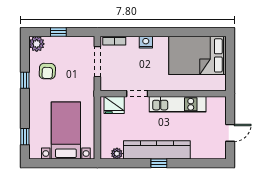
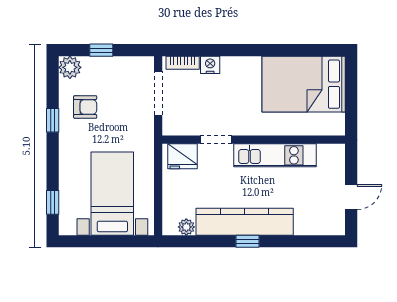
nightstand: (146, 42) -> (210, 65), moved
armchair: (47, 71) -> (85, 107), turned -92

